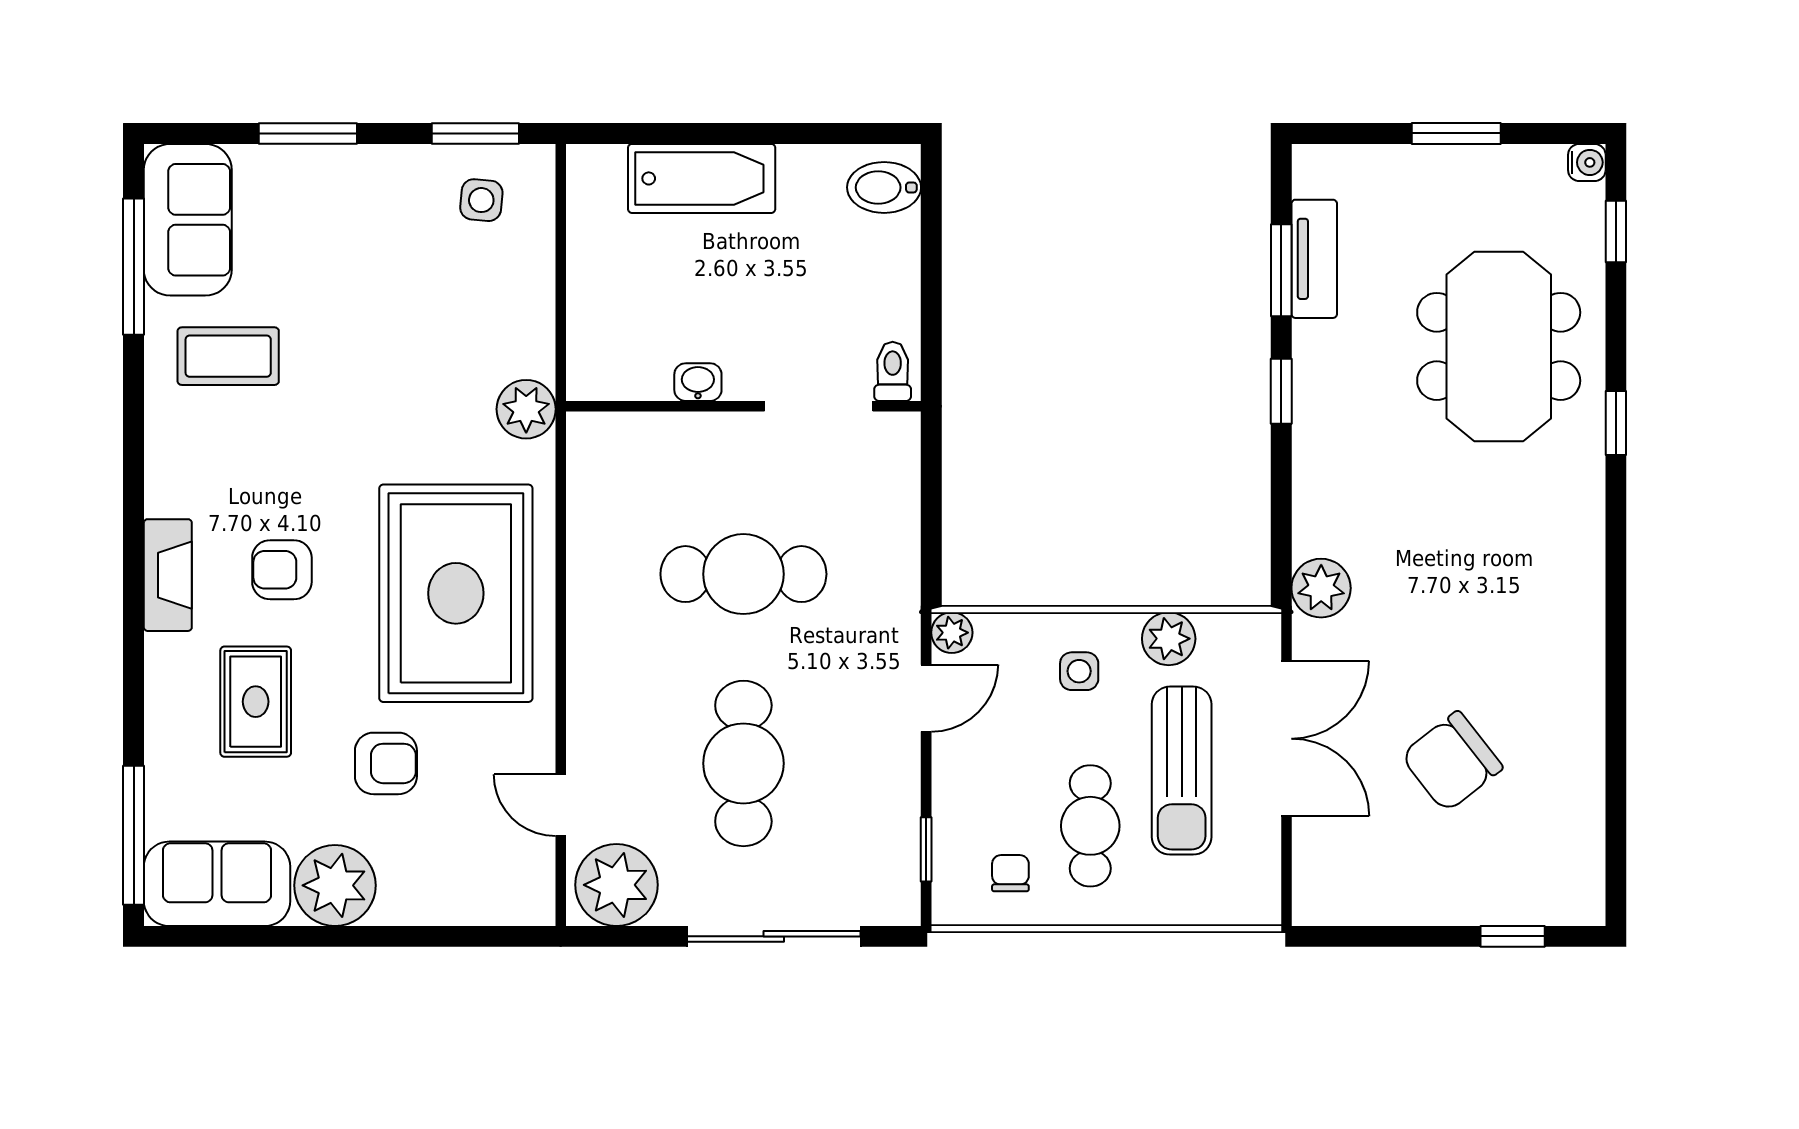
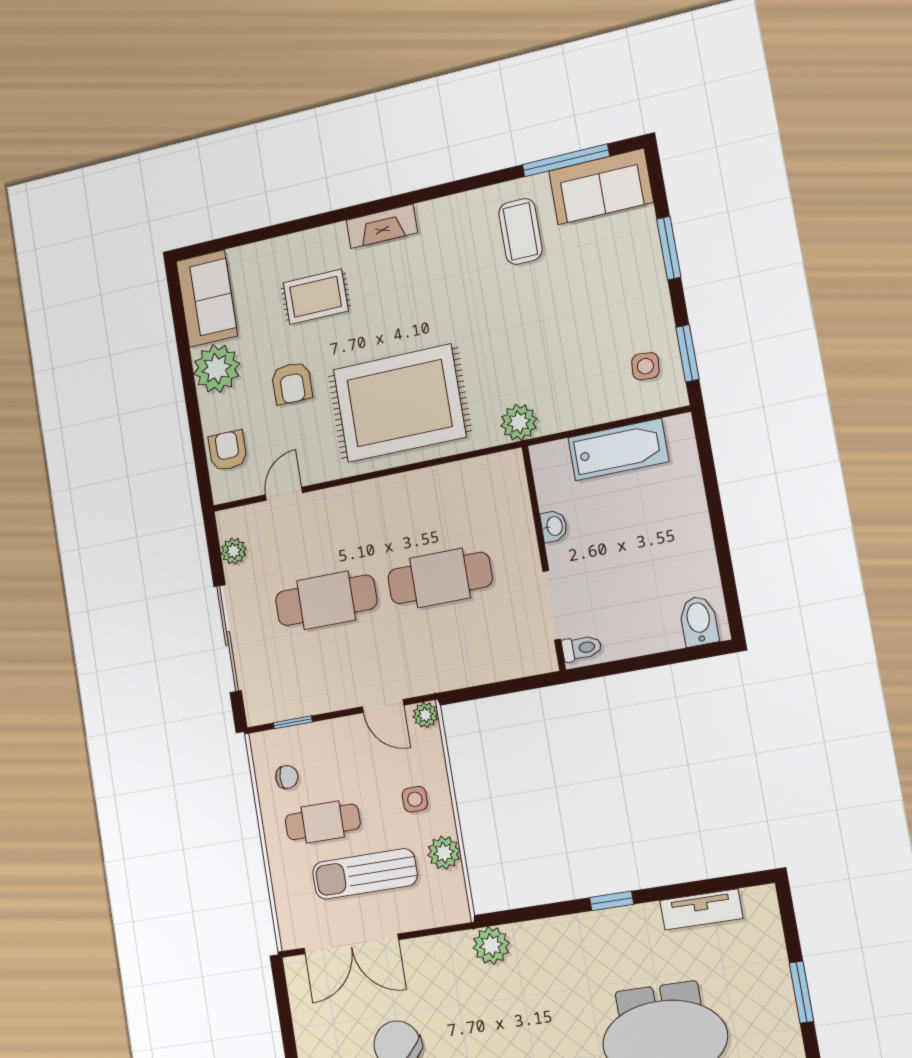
bathtub: (702, 178) -> (618, 450), moved, turned -90
window: (1281, 270) -> (690, 889), removed
armchair: (282, 570) -> (228, 451), moved
cafe table: (743, 574) -> (440, 578), turned 90
double door: (1286, 739) -> (351, 944), moved
window: (134, 835) -> (227, 243), removed
plant: (616, 885) -> (234, 551), width x0.53, depth x0.53

